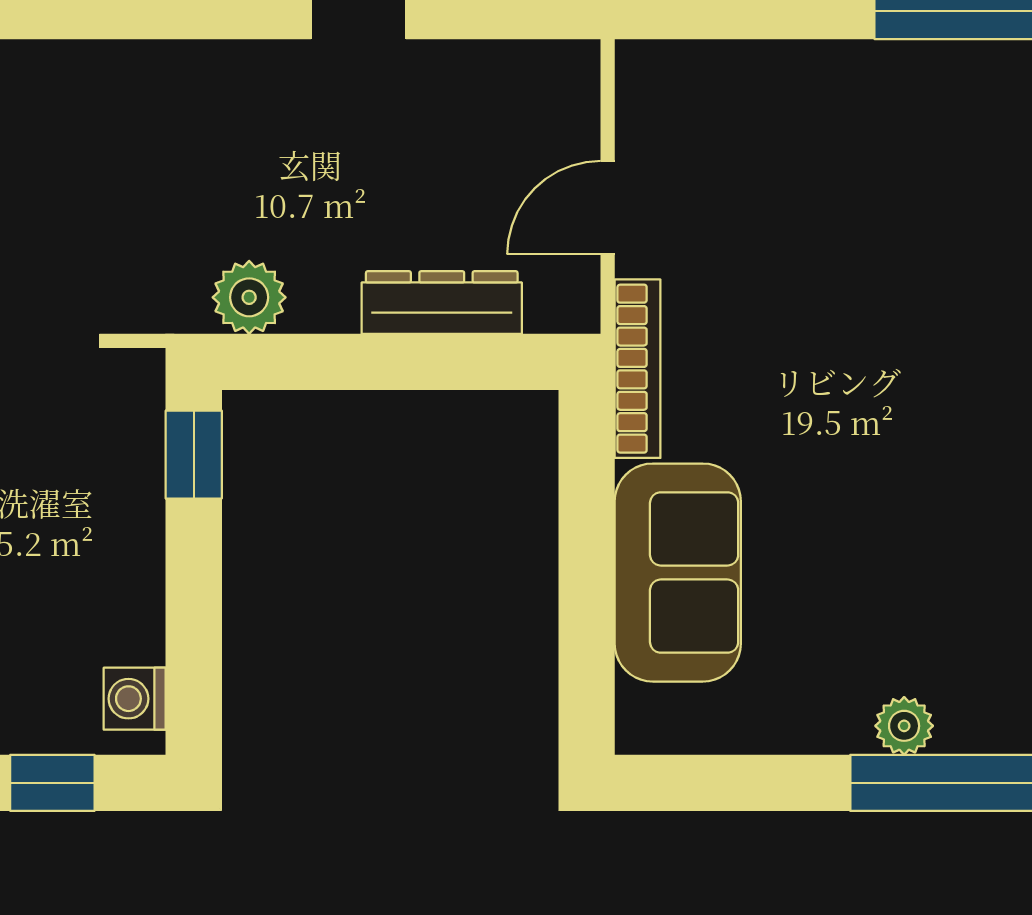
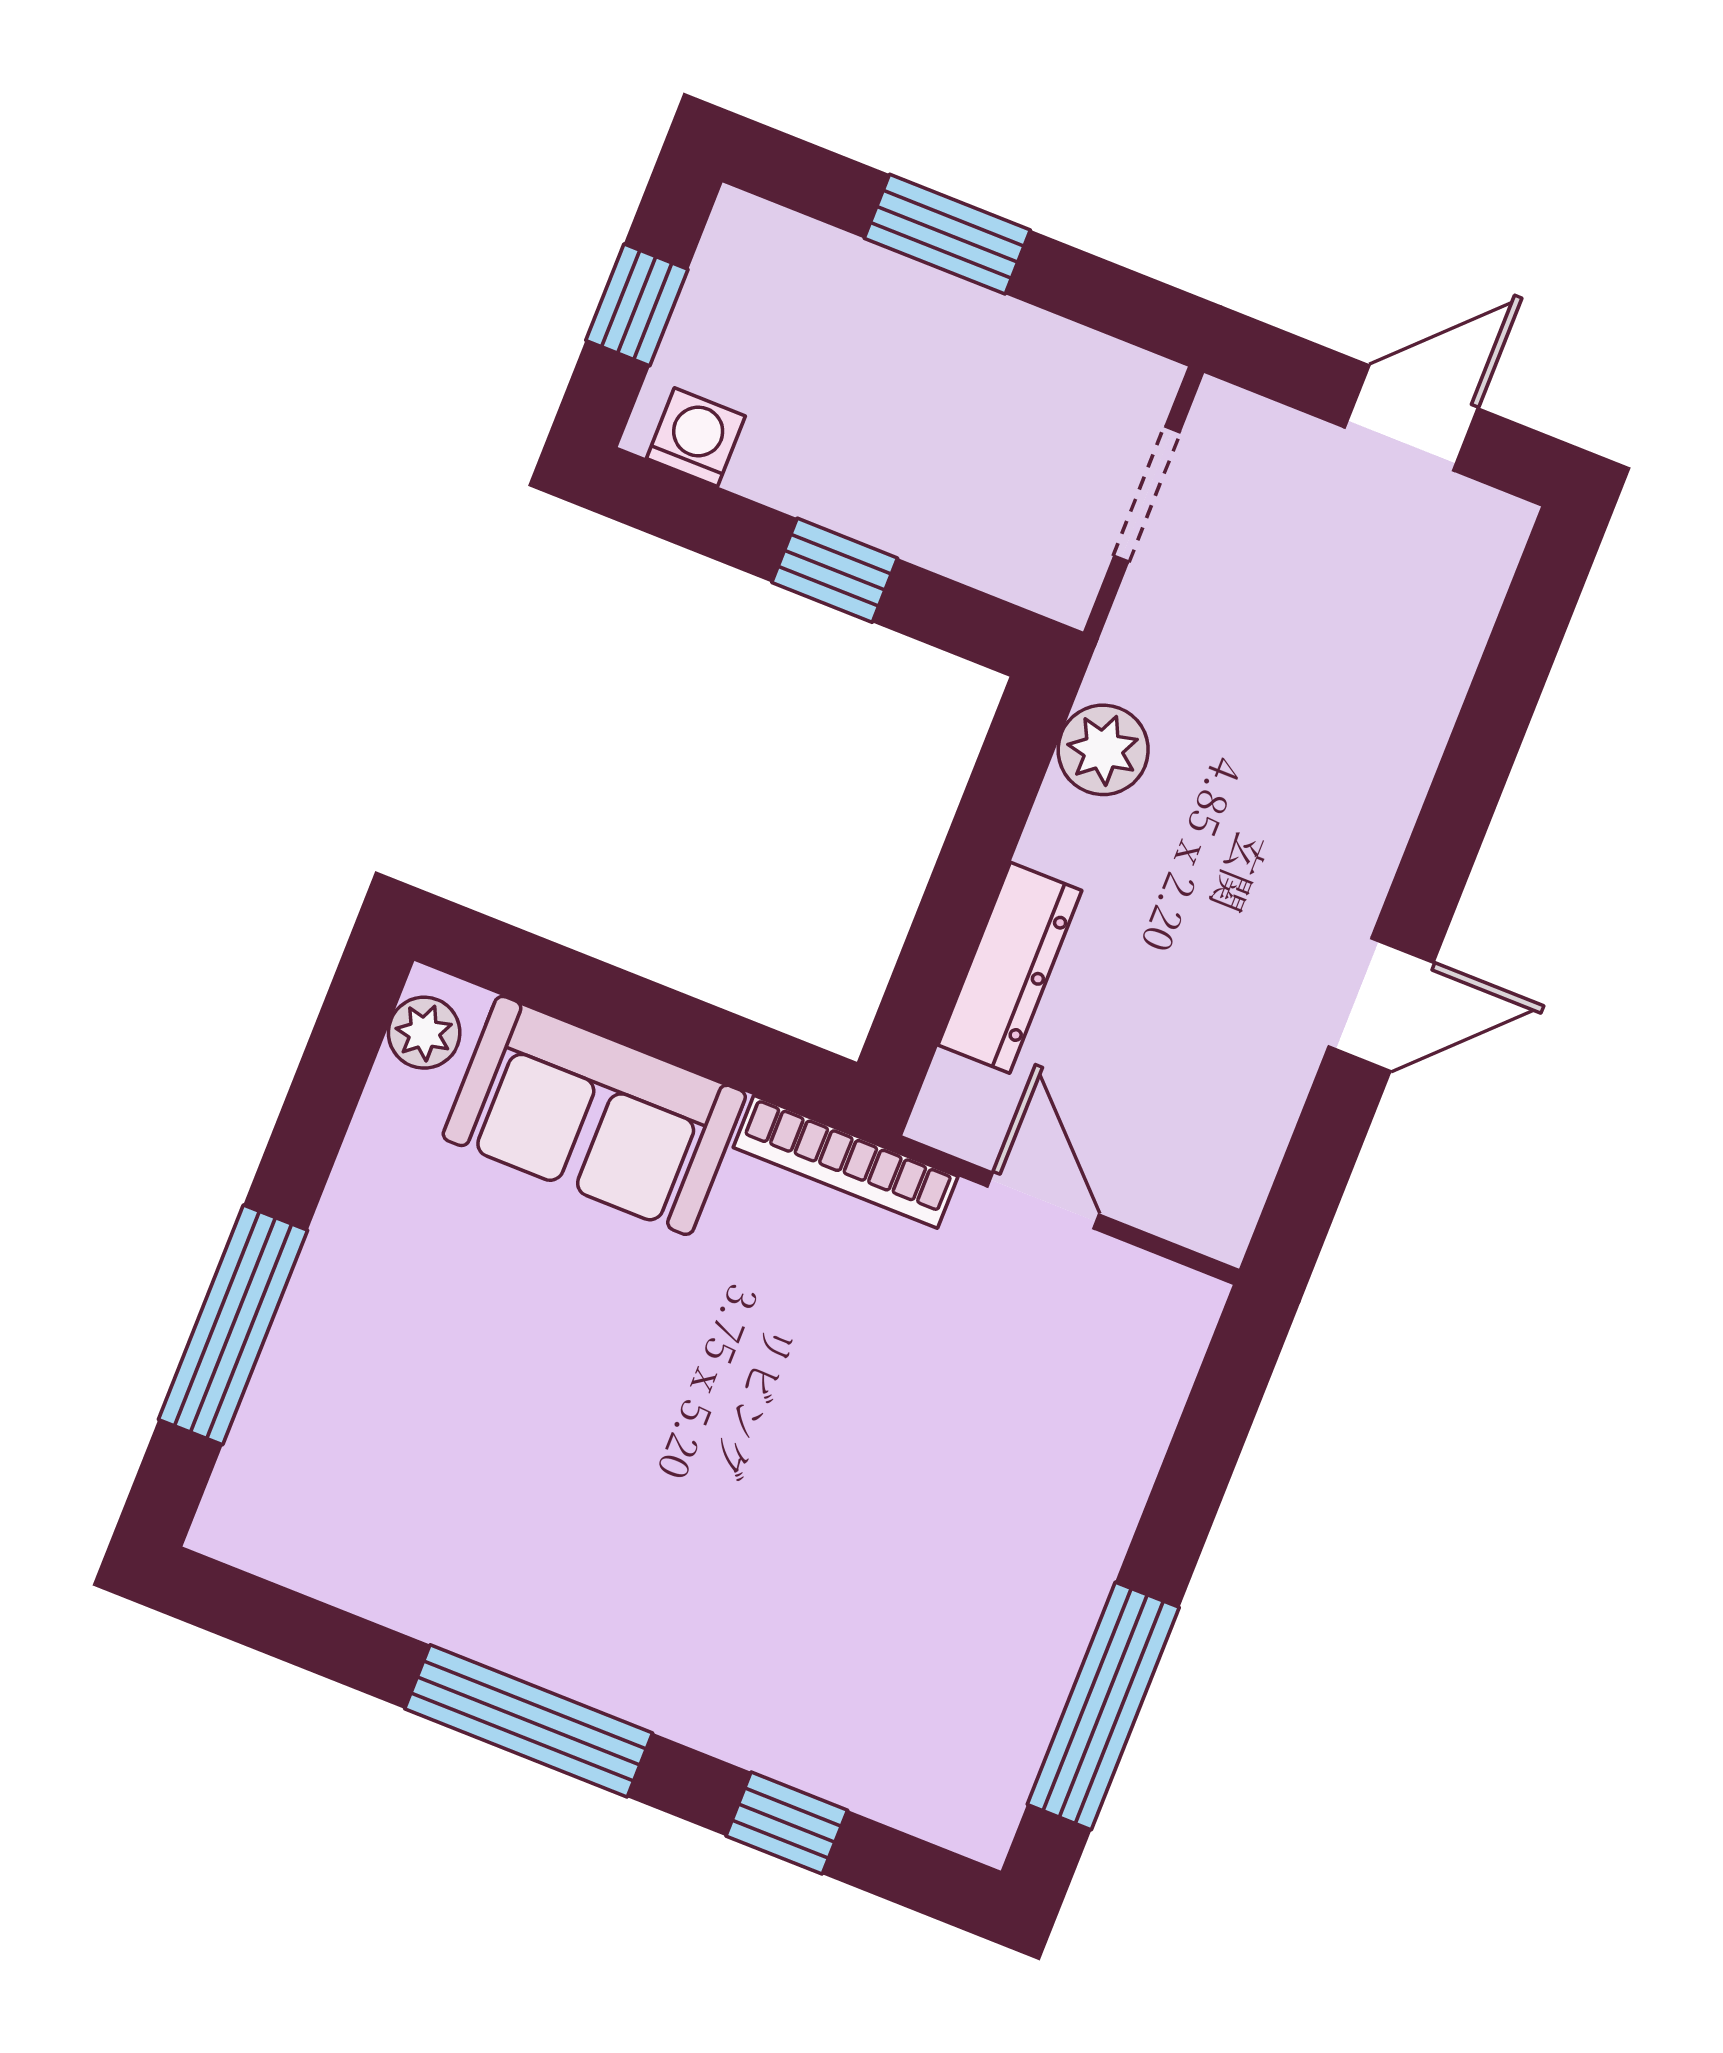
window: (194, 455) -> (835, 570), moved
plant: (904, 726) -> (424, 1033), moved

